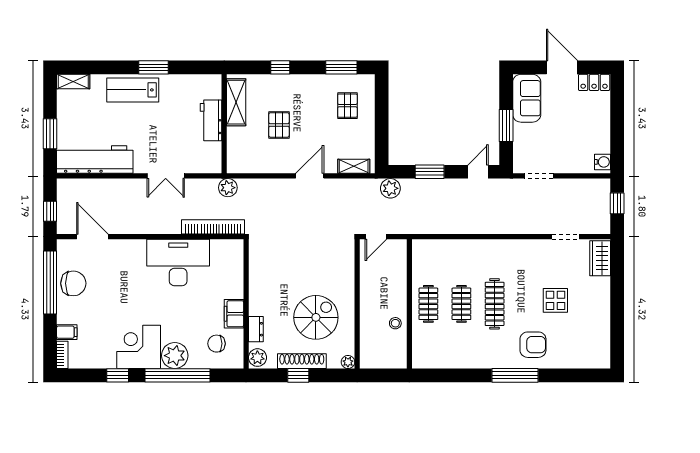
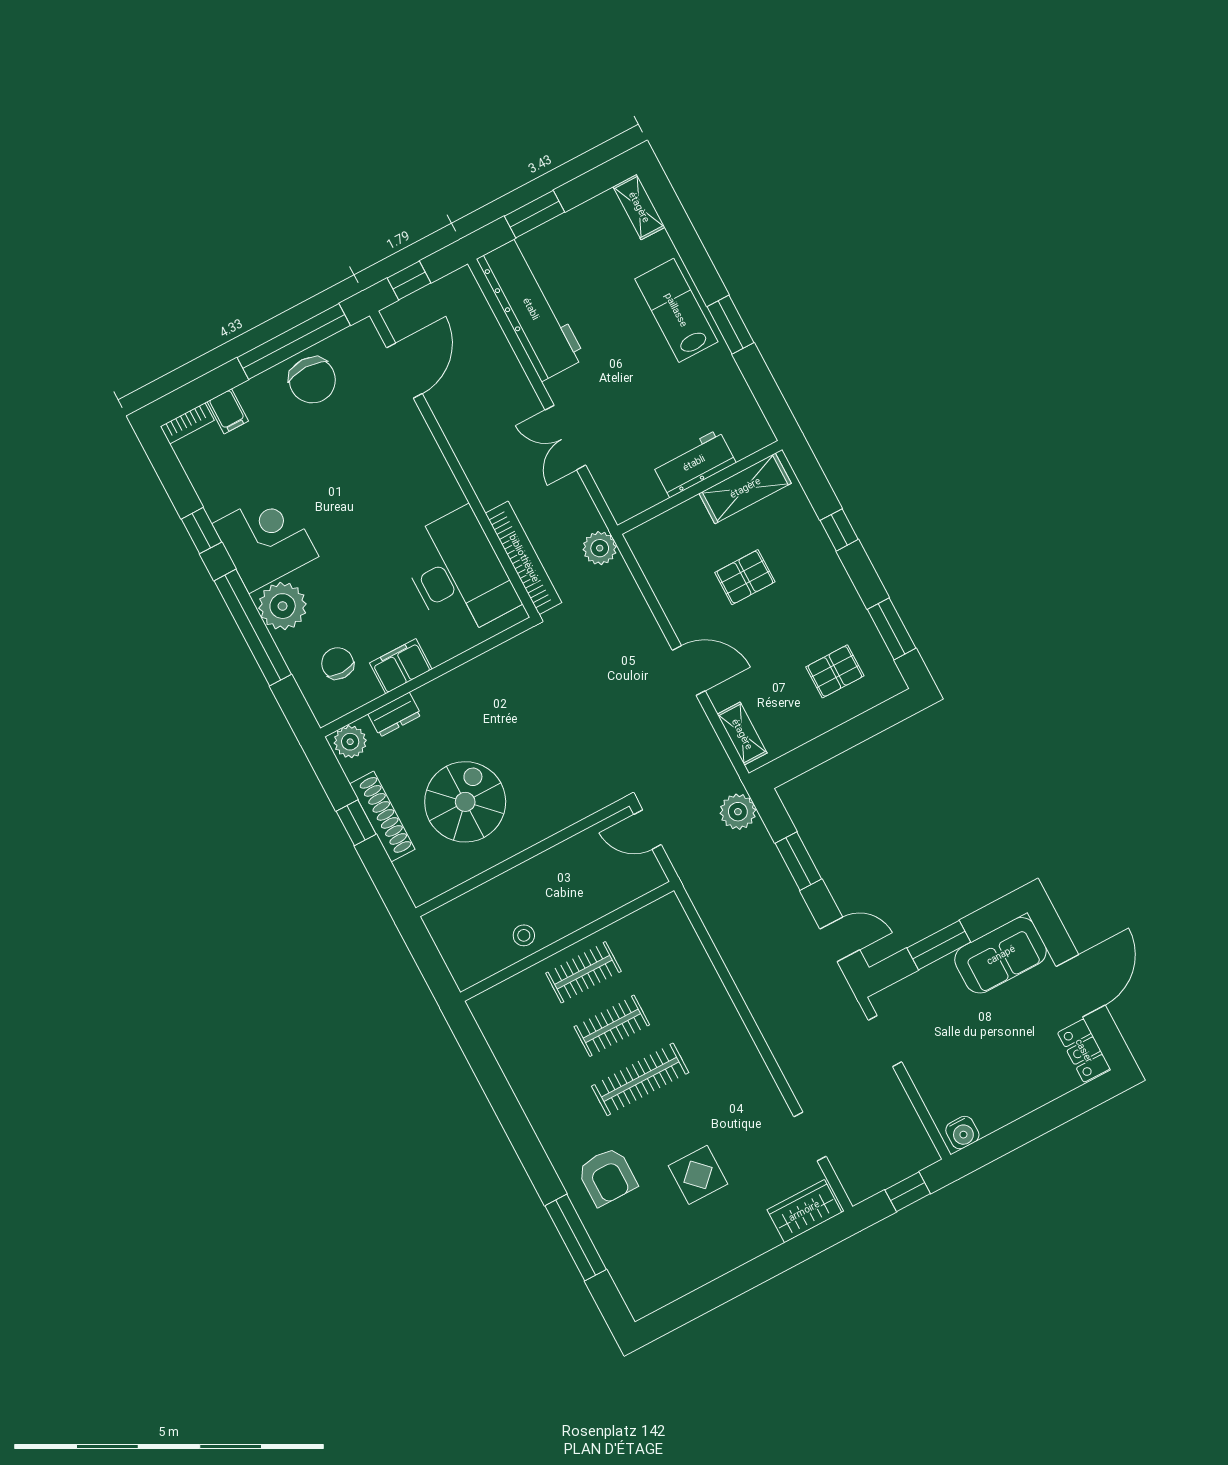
desk: (178, 262) -> (458, 574), moved
spiral stairs: (316, 317) -> (465, 802), turned -90
plant: (348, 362) -> (420, 892), removed
window: (515, 375) -> (576, 1238), moved

